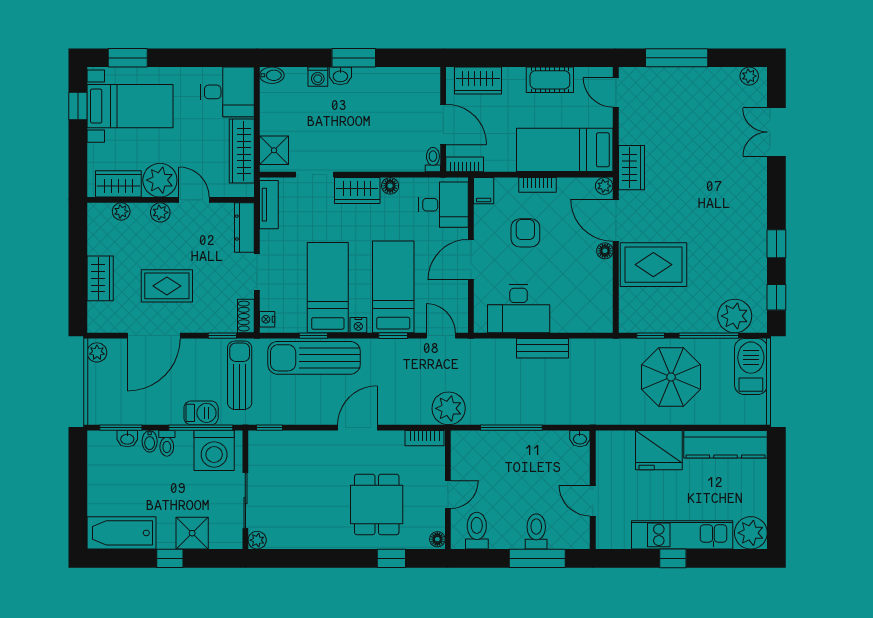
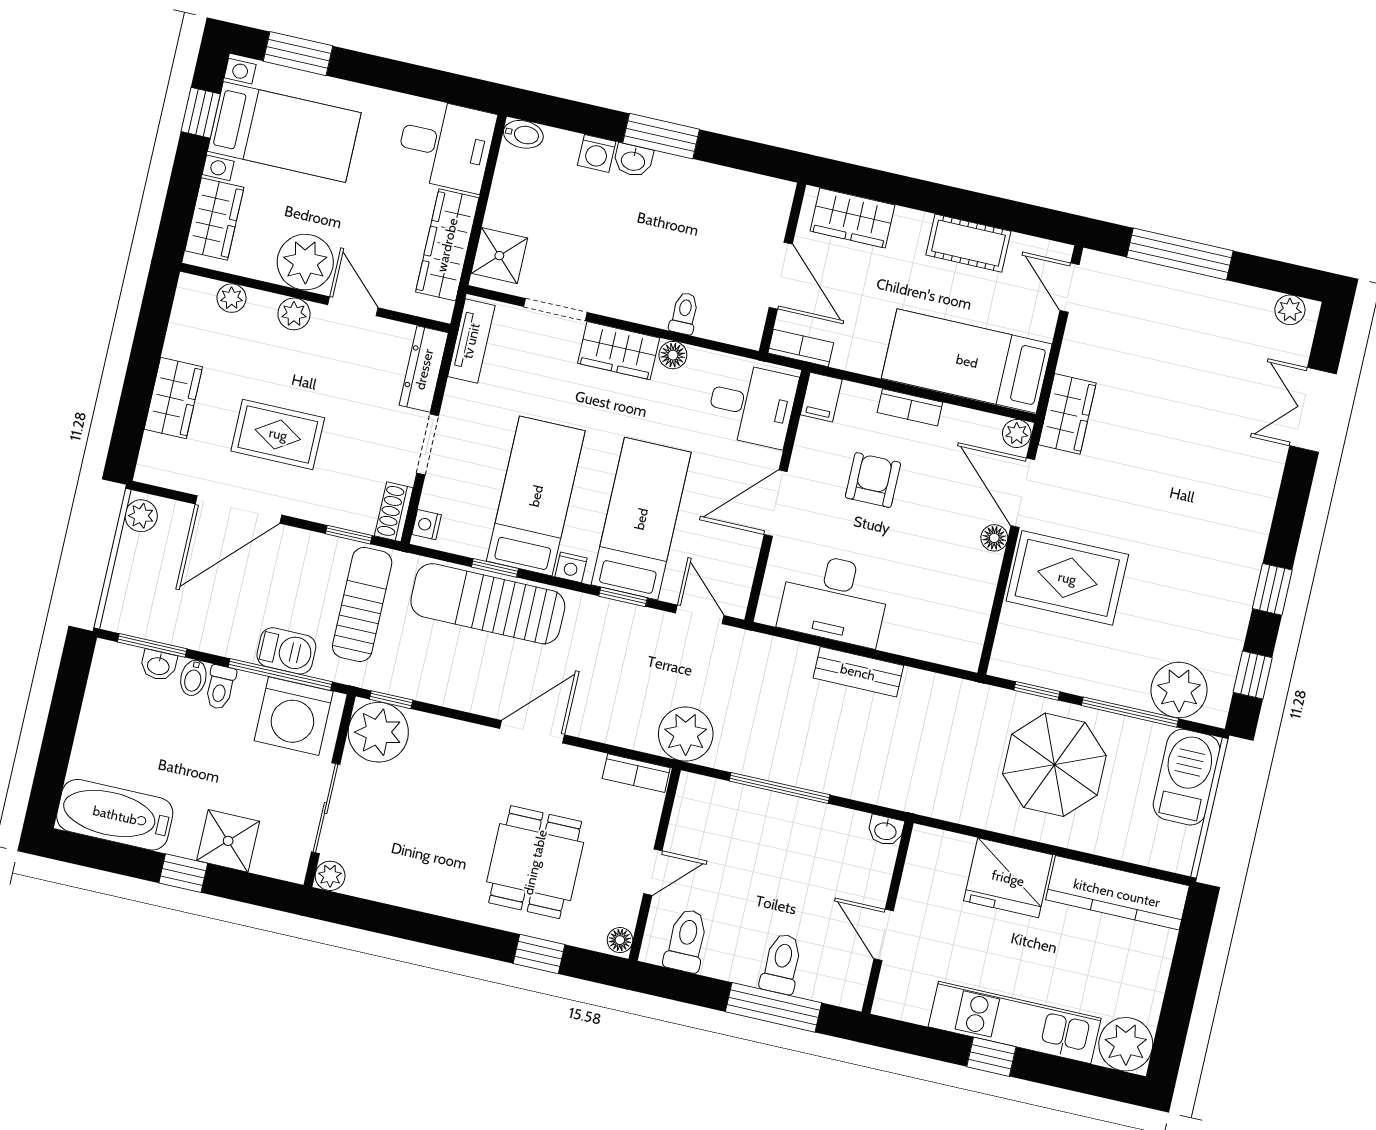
toilet: (433, 160) -> (684, 313), moved
wardrobe: (118, 184) -> (214, 219), moved, turned 90
plant: (266, 449) -> (378, 732), added

